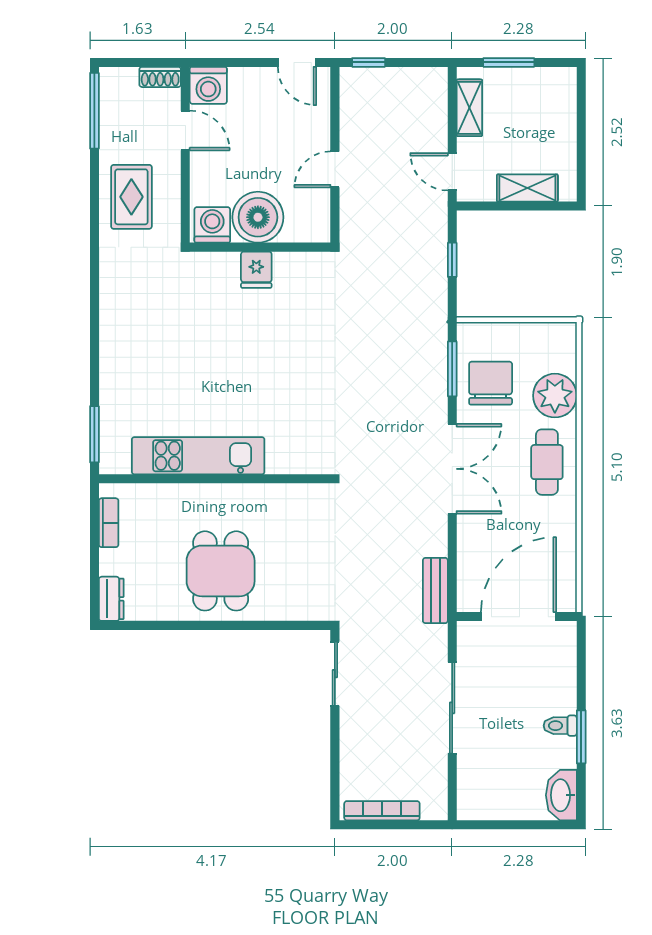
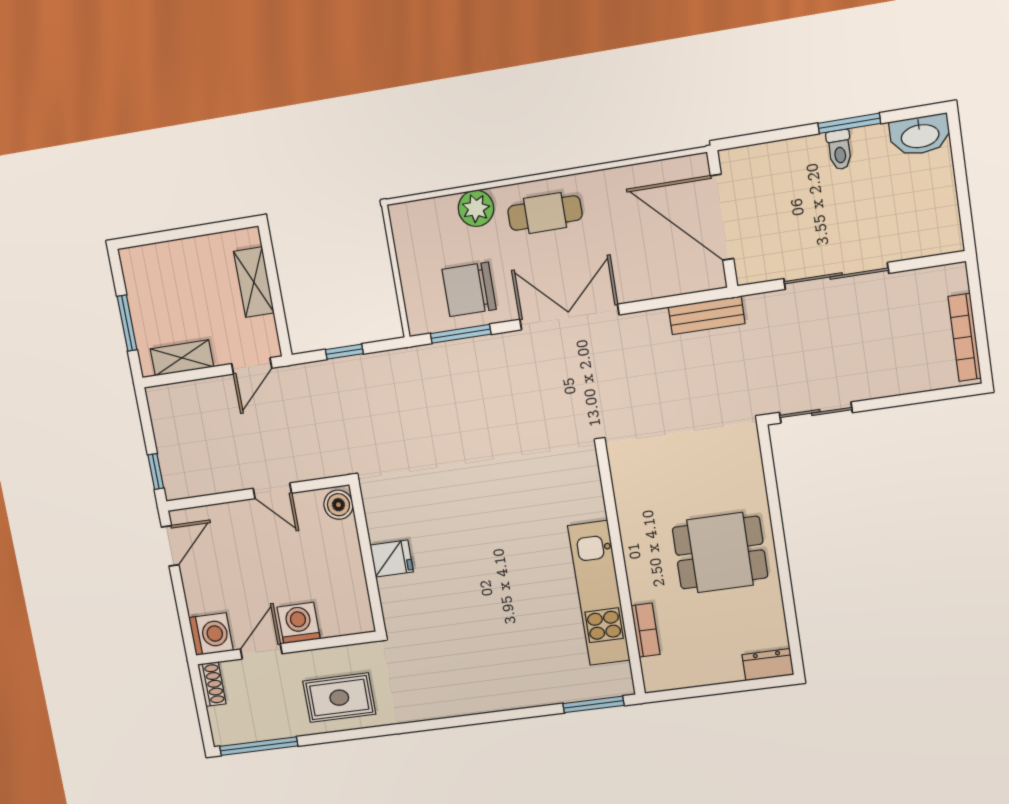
boiler: (258, 217) -> (338, 505), moved, width x0.54, depth x0.54
washing machine: (212, 225) -> (299, 623), moved, turned 90
plant: (555, 396) -> (476, 208), width x0.73, depth x0.73
bookcase: (109, 523) -> (646, 630), moved, turned 90

